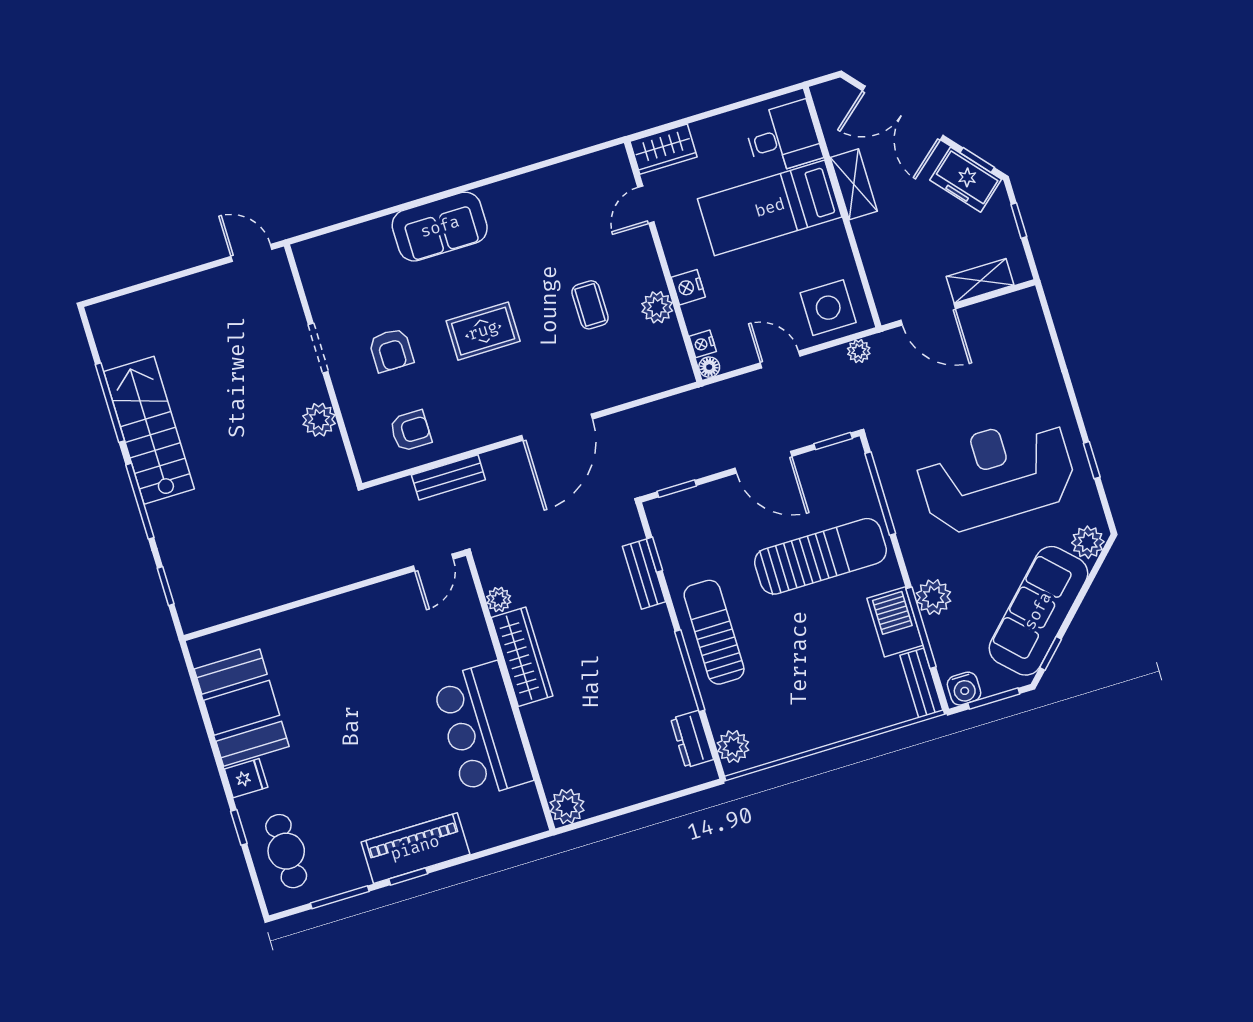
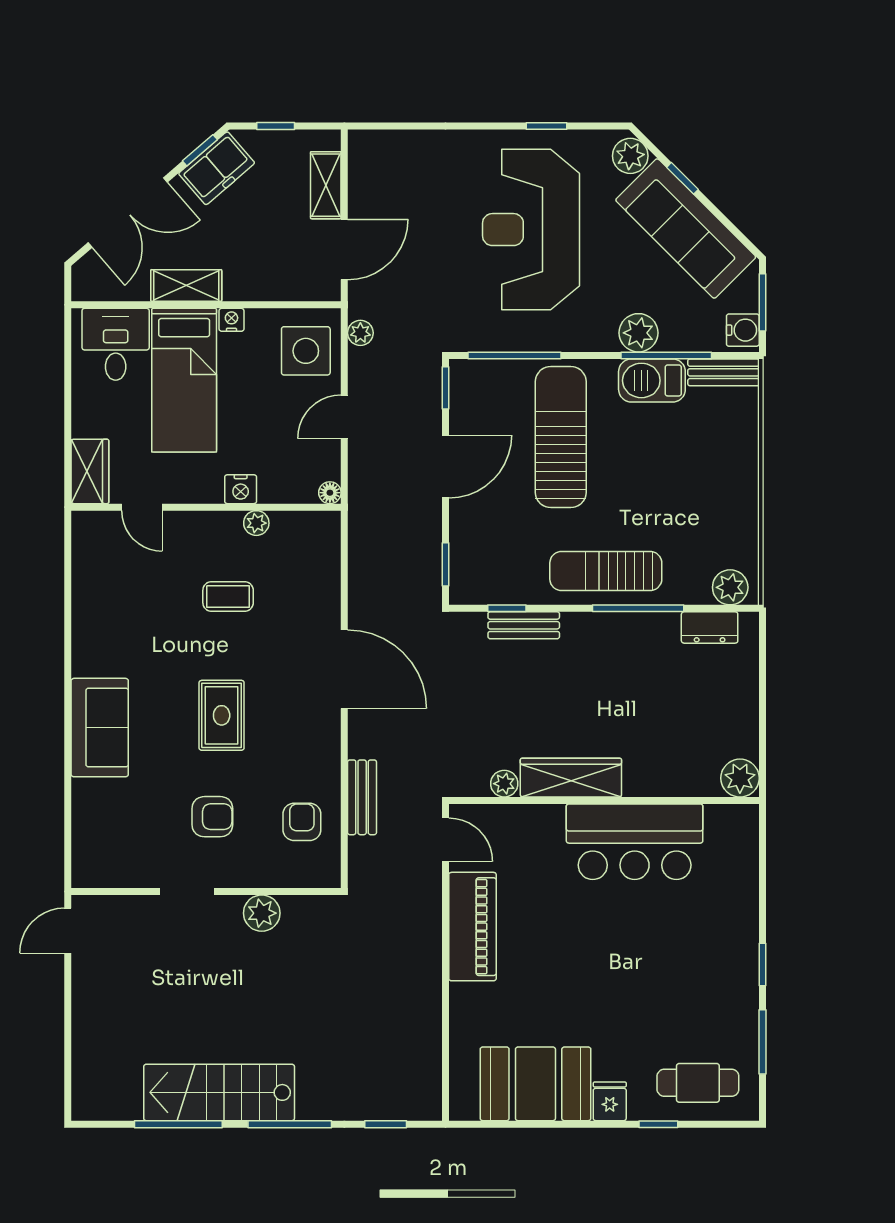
plant: (657, 307) -> (256, 523), width x0.73, depth x0.73
nightstand: (703, 344) -> (231, 320), moved, turned 180
window: (1051, 653) -> (683, 178), moved
piano: (415, 848) -> (472, 927), moved, turned 180

